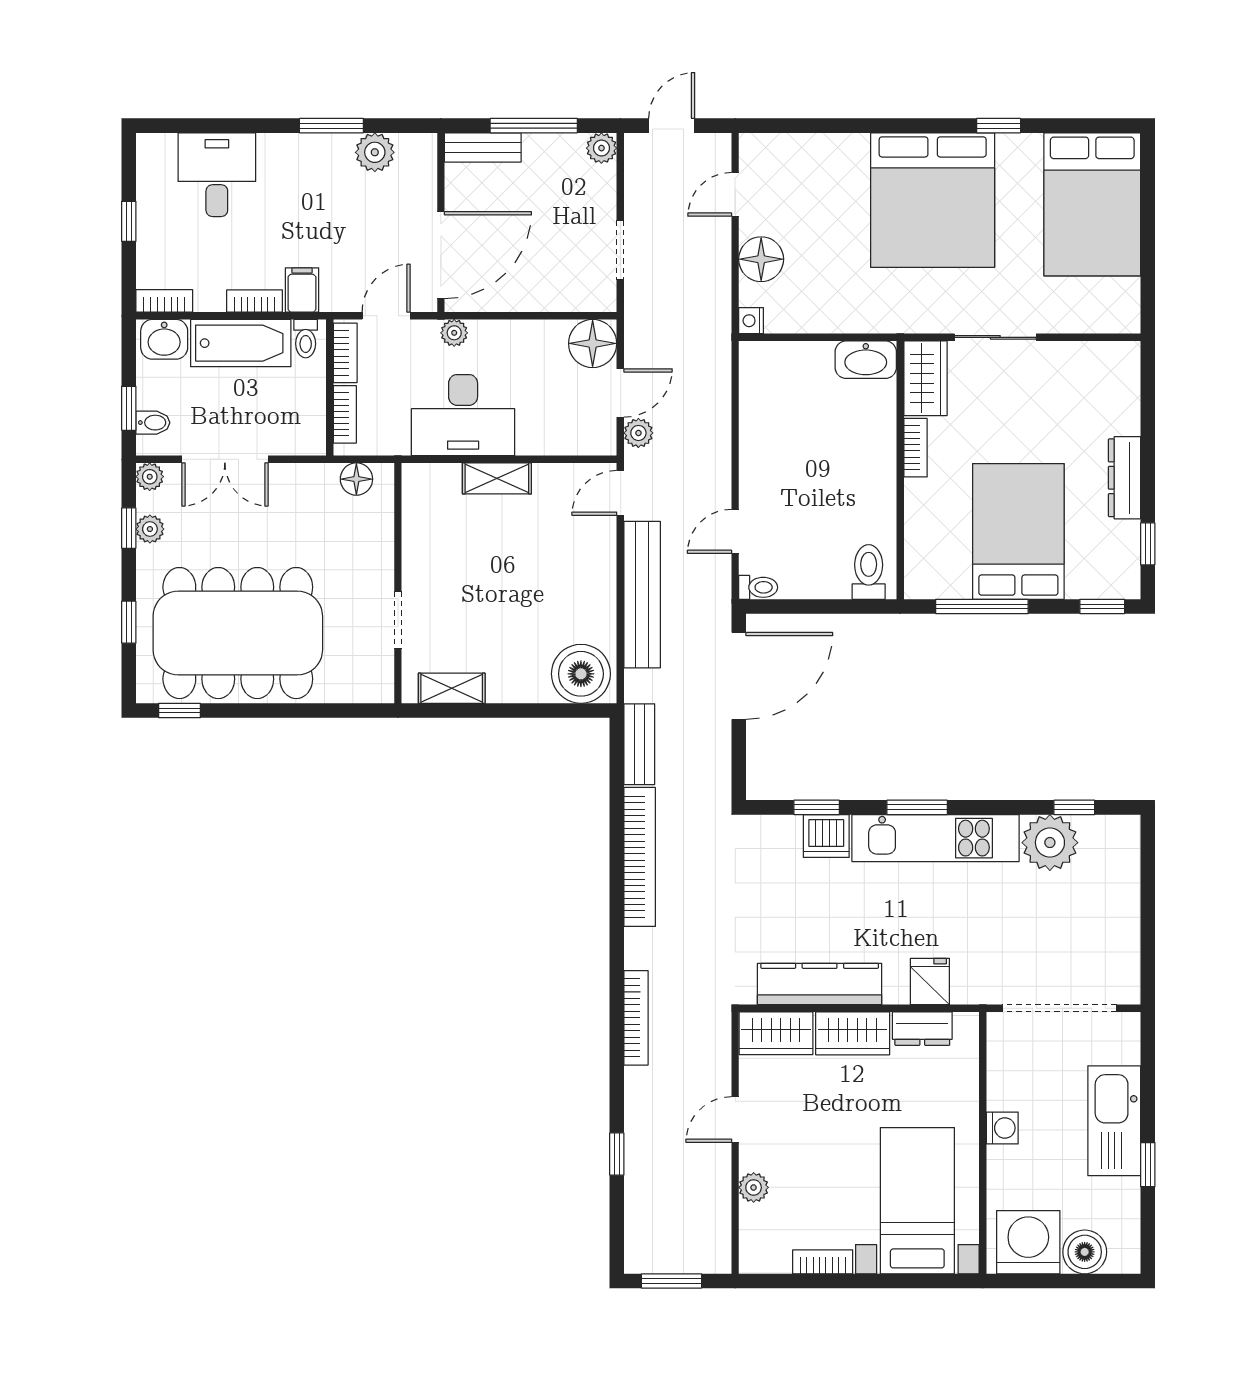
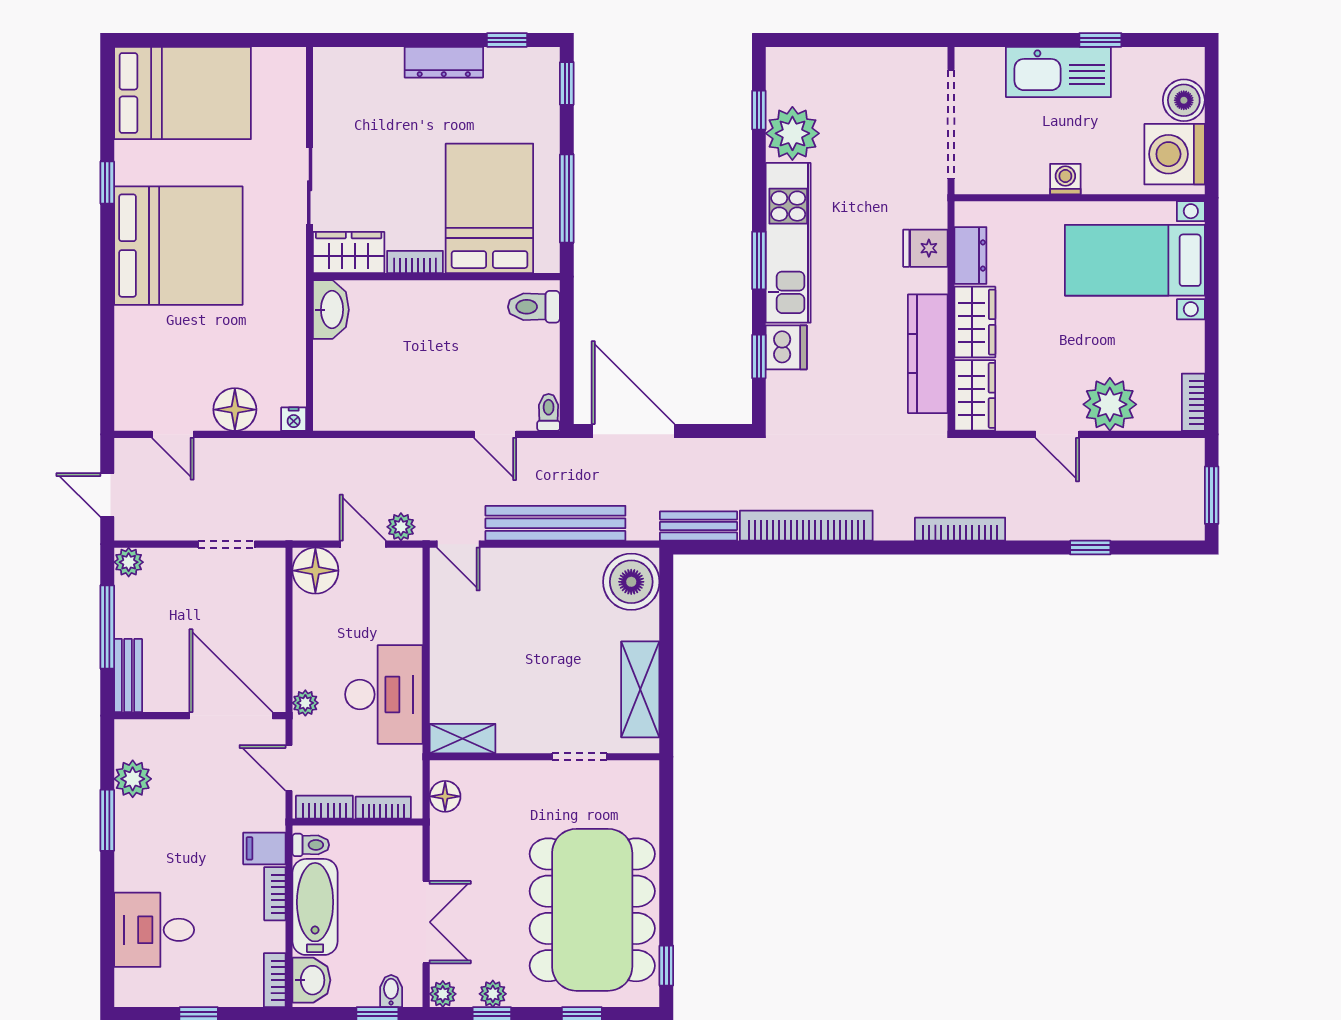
shelving: (497, 478) -> (463, 739), moved, turned 90
bed: (1018, 531) -> (489, 208), moved, turned 90
shelving: (452, 688) -> (640, 689), width x1.50, depth x1.33
plant: (754, 1187) -> (1110, 404), width x1.88, depth x1.88
bookcase: (823, 1262) -> (1193, 402), moved

